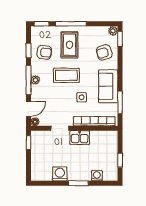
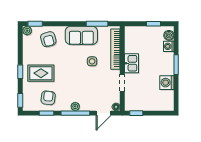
window: (71, 24) -> (20, 72), width x0.46
coffee table: (66, 75) -> (71, 76), removed
door: (29, 109) -> (103, 113), swing flipped
boiler: (108, 176) -> (169, 35), added

